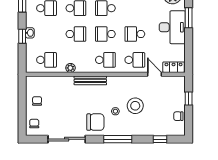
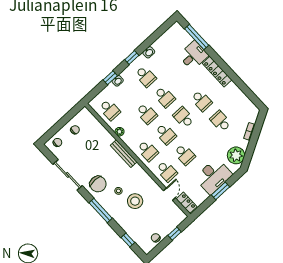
window: (189, 18) -> (220, 191), moved
school desk: (105, 34) -> (166, 134), turned 180
school desk: (135, 34) -> (185, 155), turned 180

